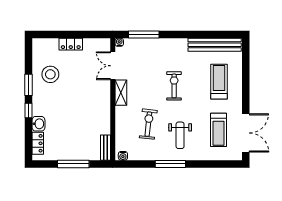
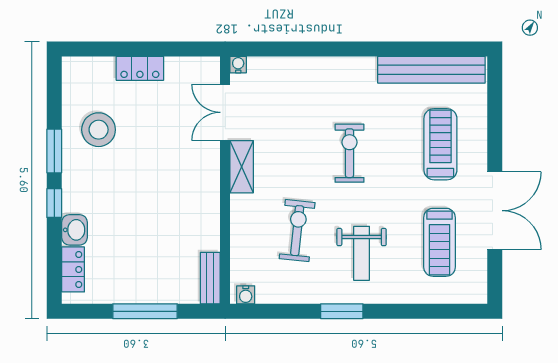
window: (144, 35) -> (288, 49), removed
double door: (246, 133) -> (495, 211), moved
window: (170, 164) -> (342, 311), width x0.69

